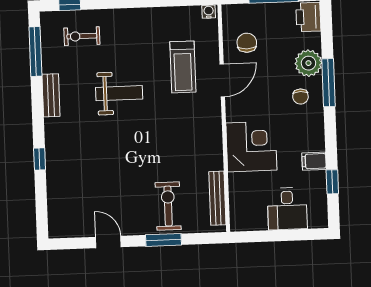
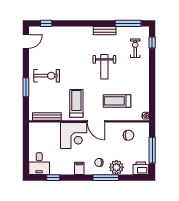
door: (222, 80) -> (96, 121), moved
treadmill: (190, 144) -> (76, 103), added
window: (40, 159) -> (46, 23), moved
filing cabinet: (314, 161) -> (79, 168), moved
exercise bike: (168, 206) -> (47, 76), moved
desk: (287, 209) -> (39, 164), moved, turned -90
door: (108, 242) -> (26, 41), moved

